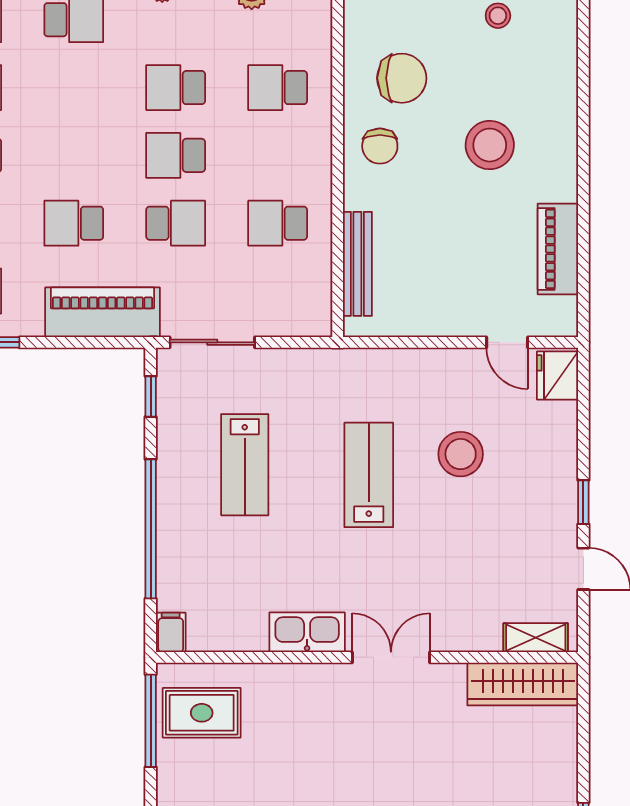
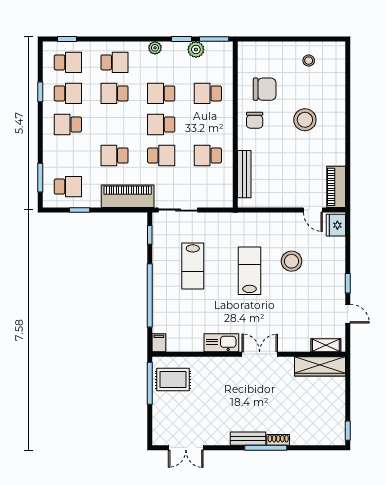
school desk: (74, 88) -> (114, 93), added
piano: (558, 249) -> (336, 187), moved

